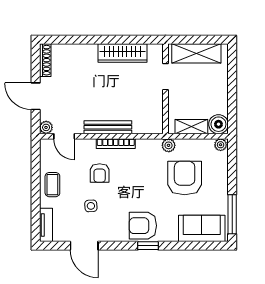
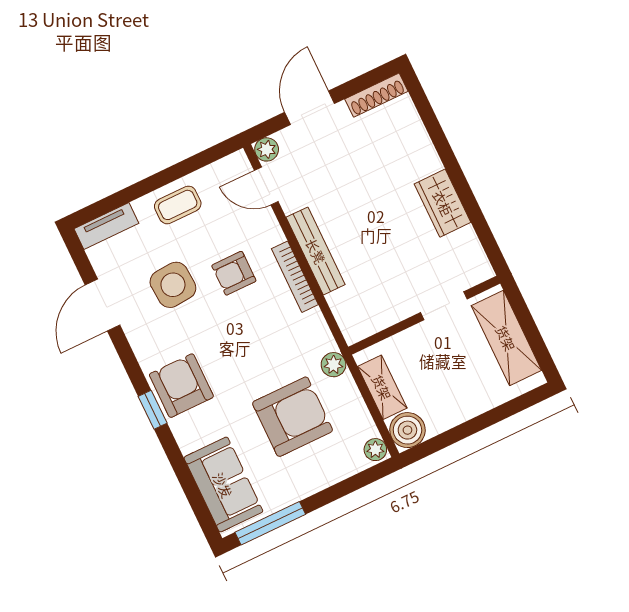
wardrobe: (123, 53) -> (443, 203), width x0.67
door: (64, 136) -> (266, 186), hinge flipped
side table: (91, 206) -> (173, 285), width x1.87, depth x1.87

